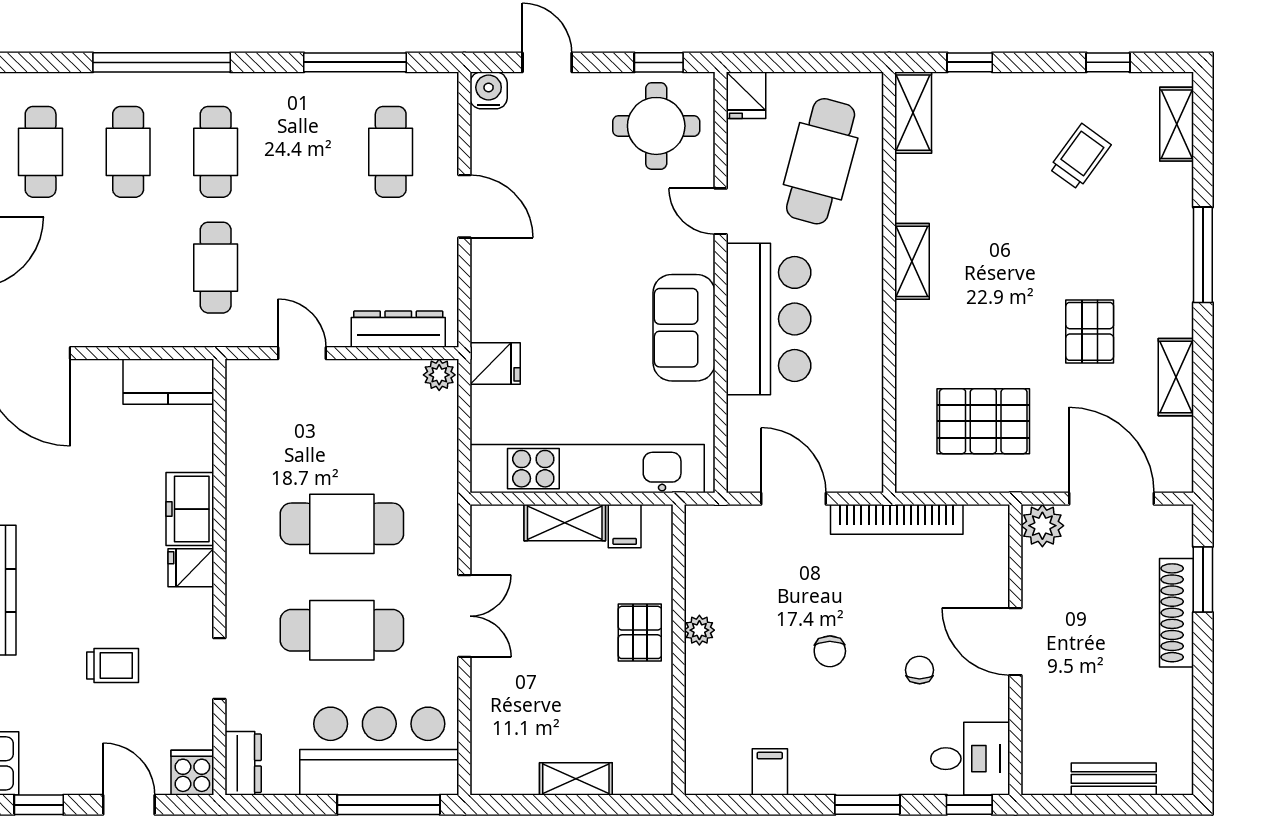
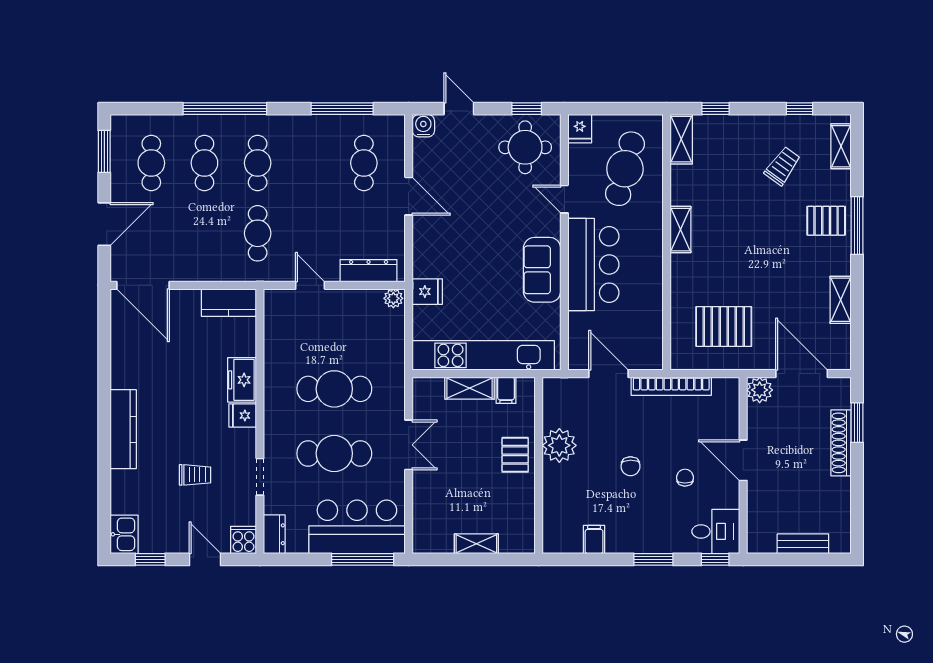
pallet: (1090, 331) -> (826, 221), moved, turned 90
plant: (699, 630) -> (559, 445), width x1.88, depth x1.88

